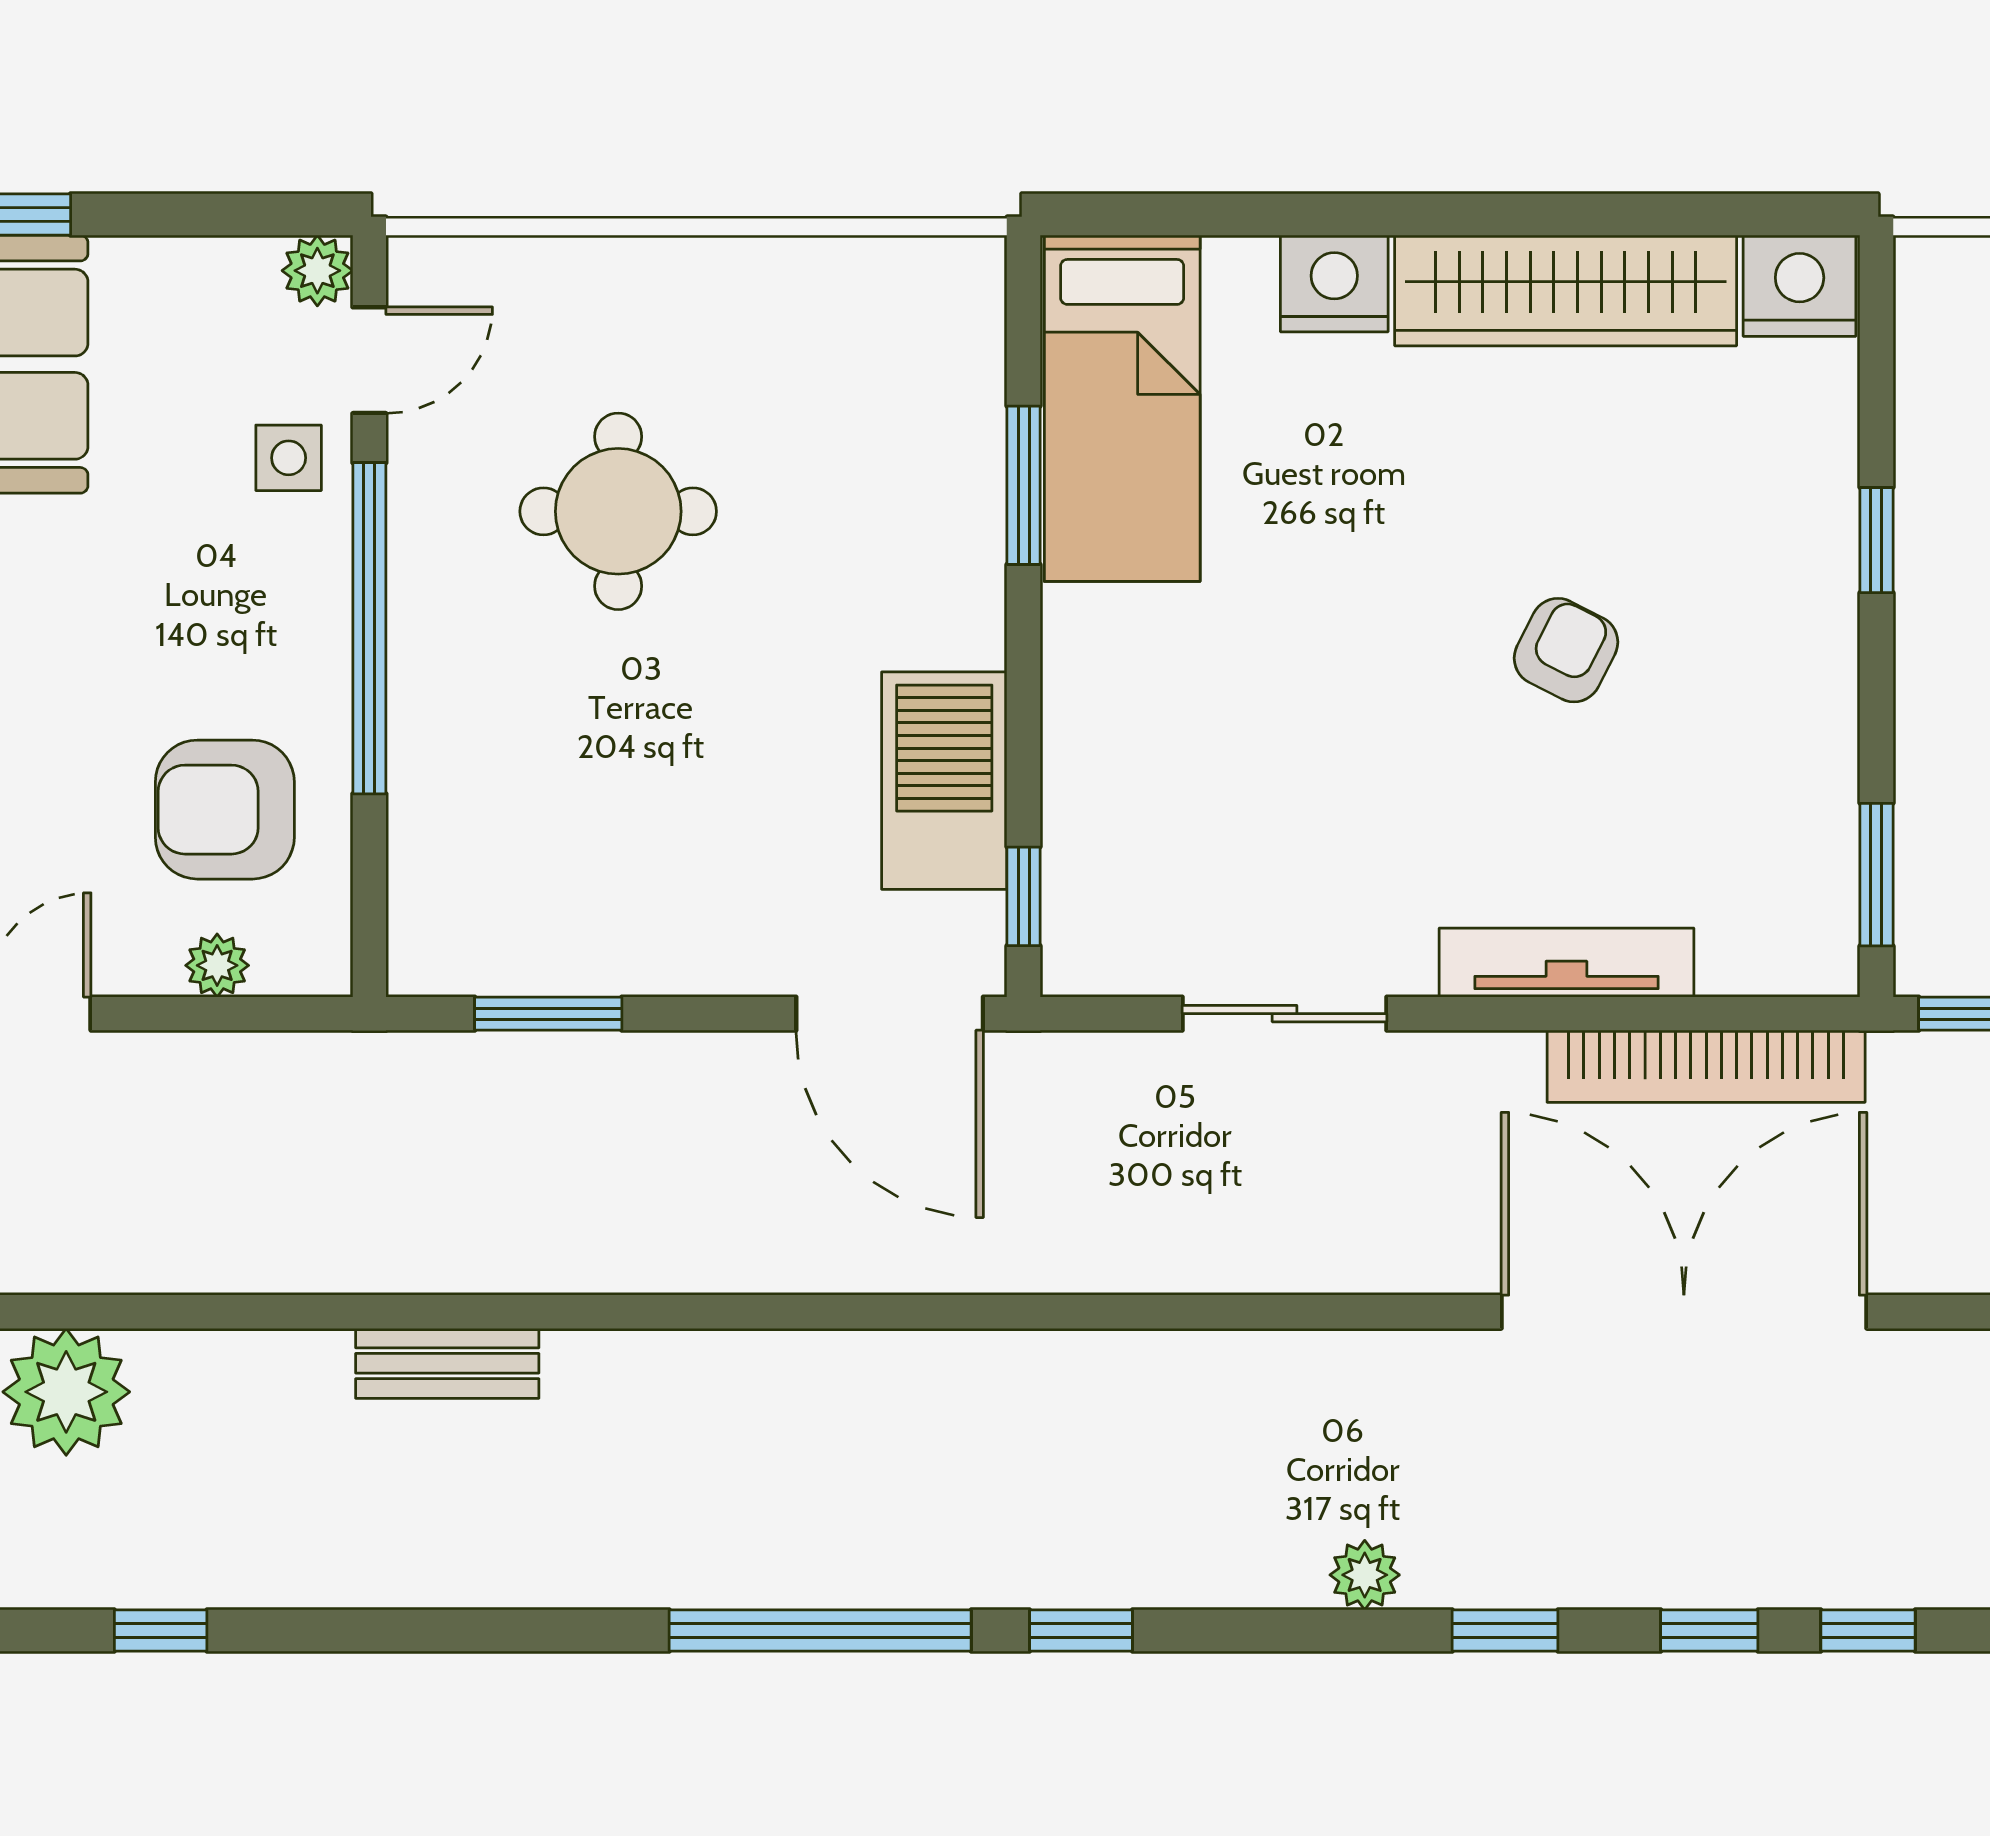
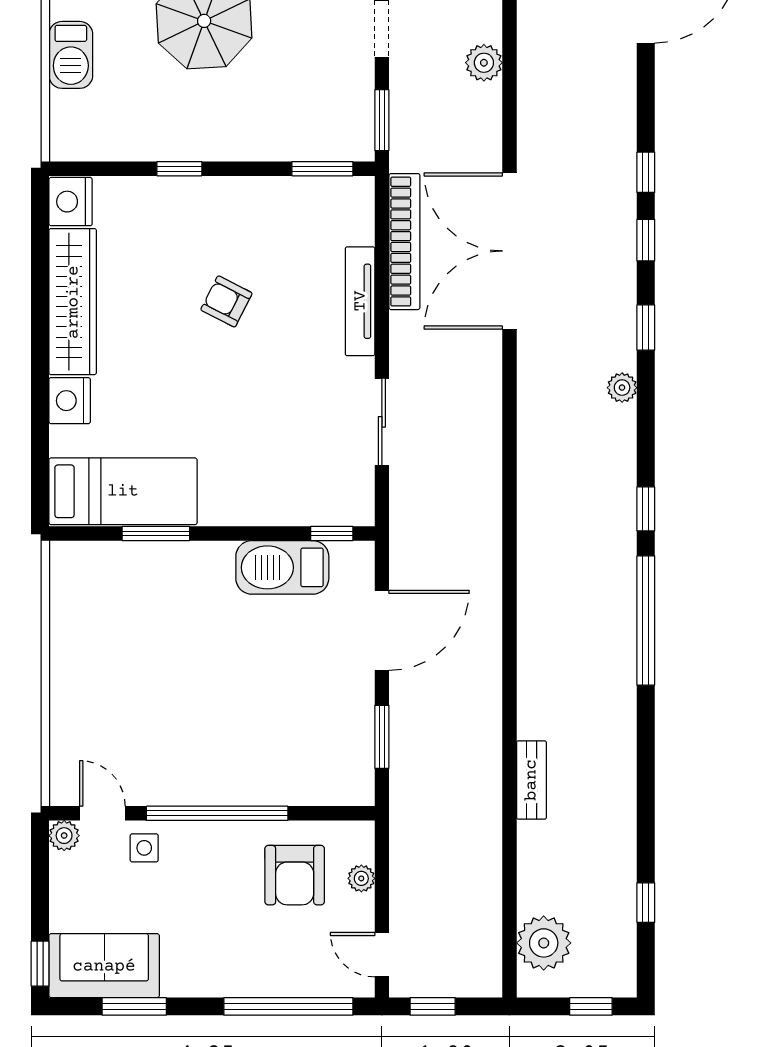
round table: (618, 511) -> (167, 707), removed
door: (890, 1014) -> (382, 630), moved

